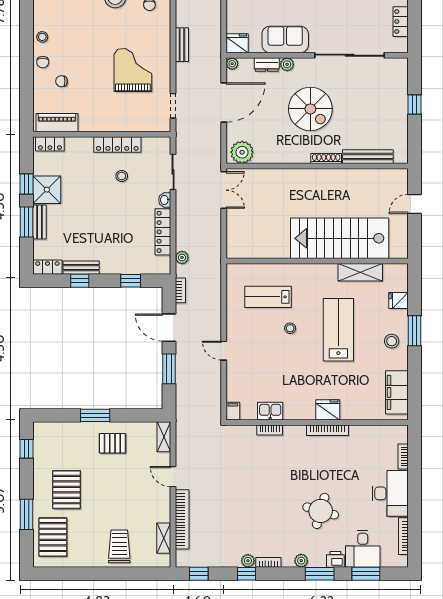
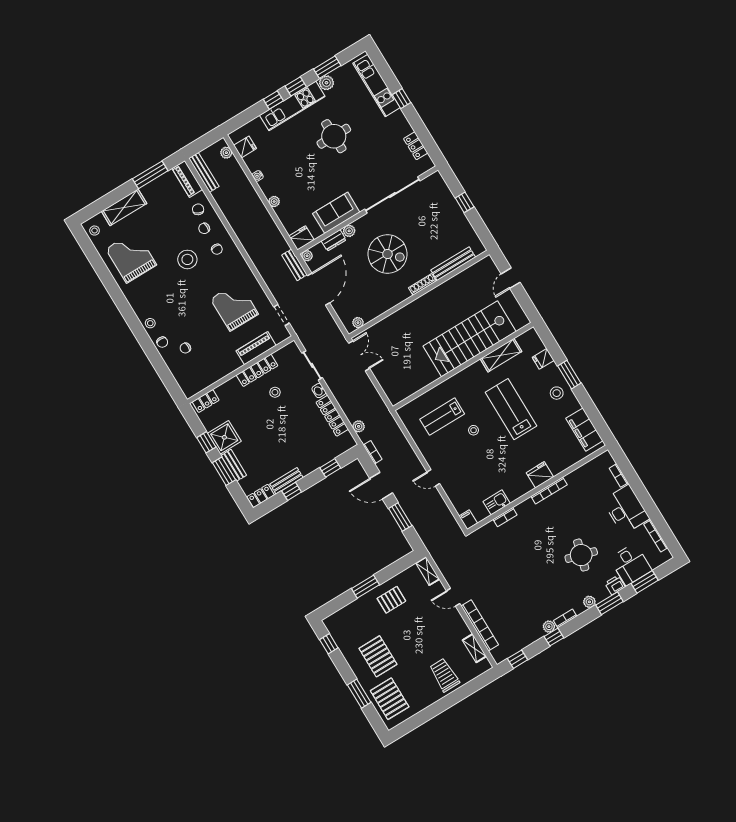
bench: (182, 45) -> (294, 265), moved
piano: (57, 123) -> (256, 348), moved
plant: (242, 152) -> (358, 323), width x0.53, depth x0.53

